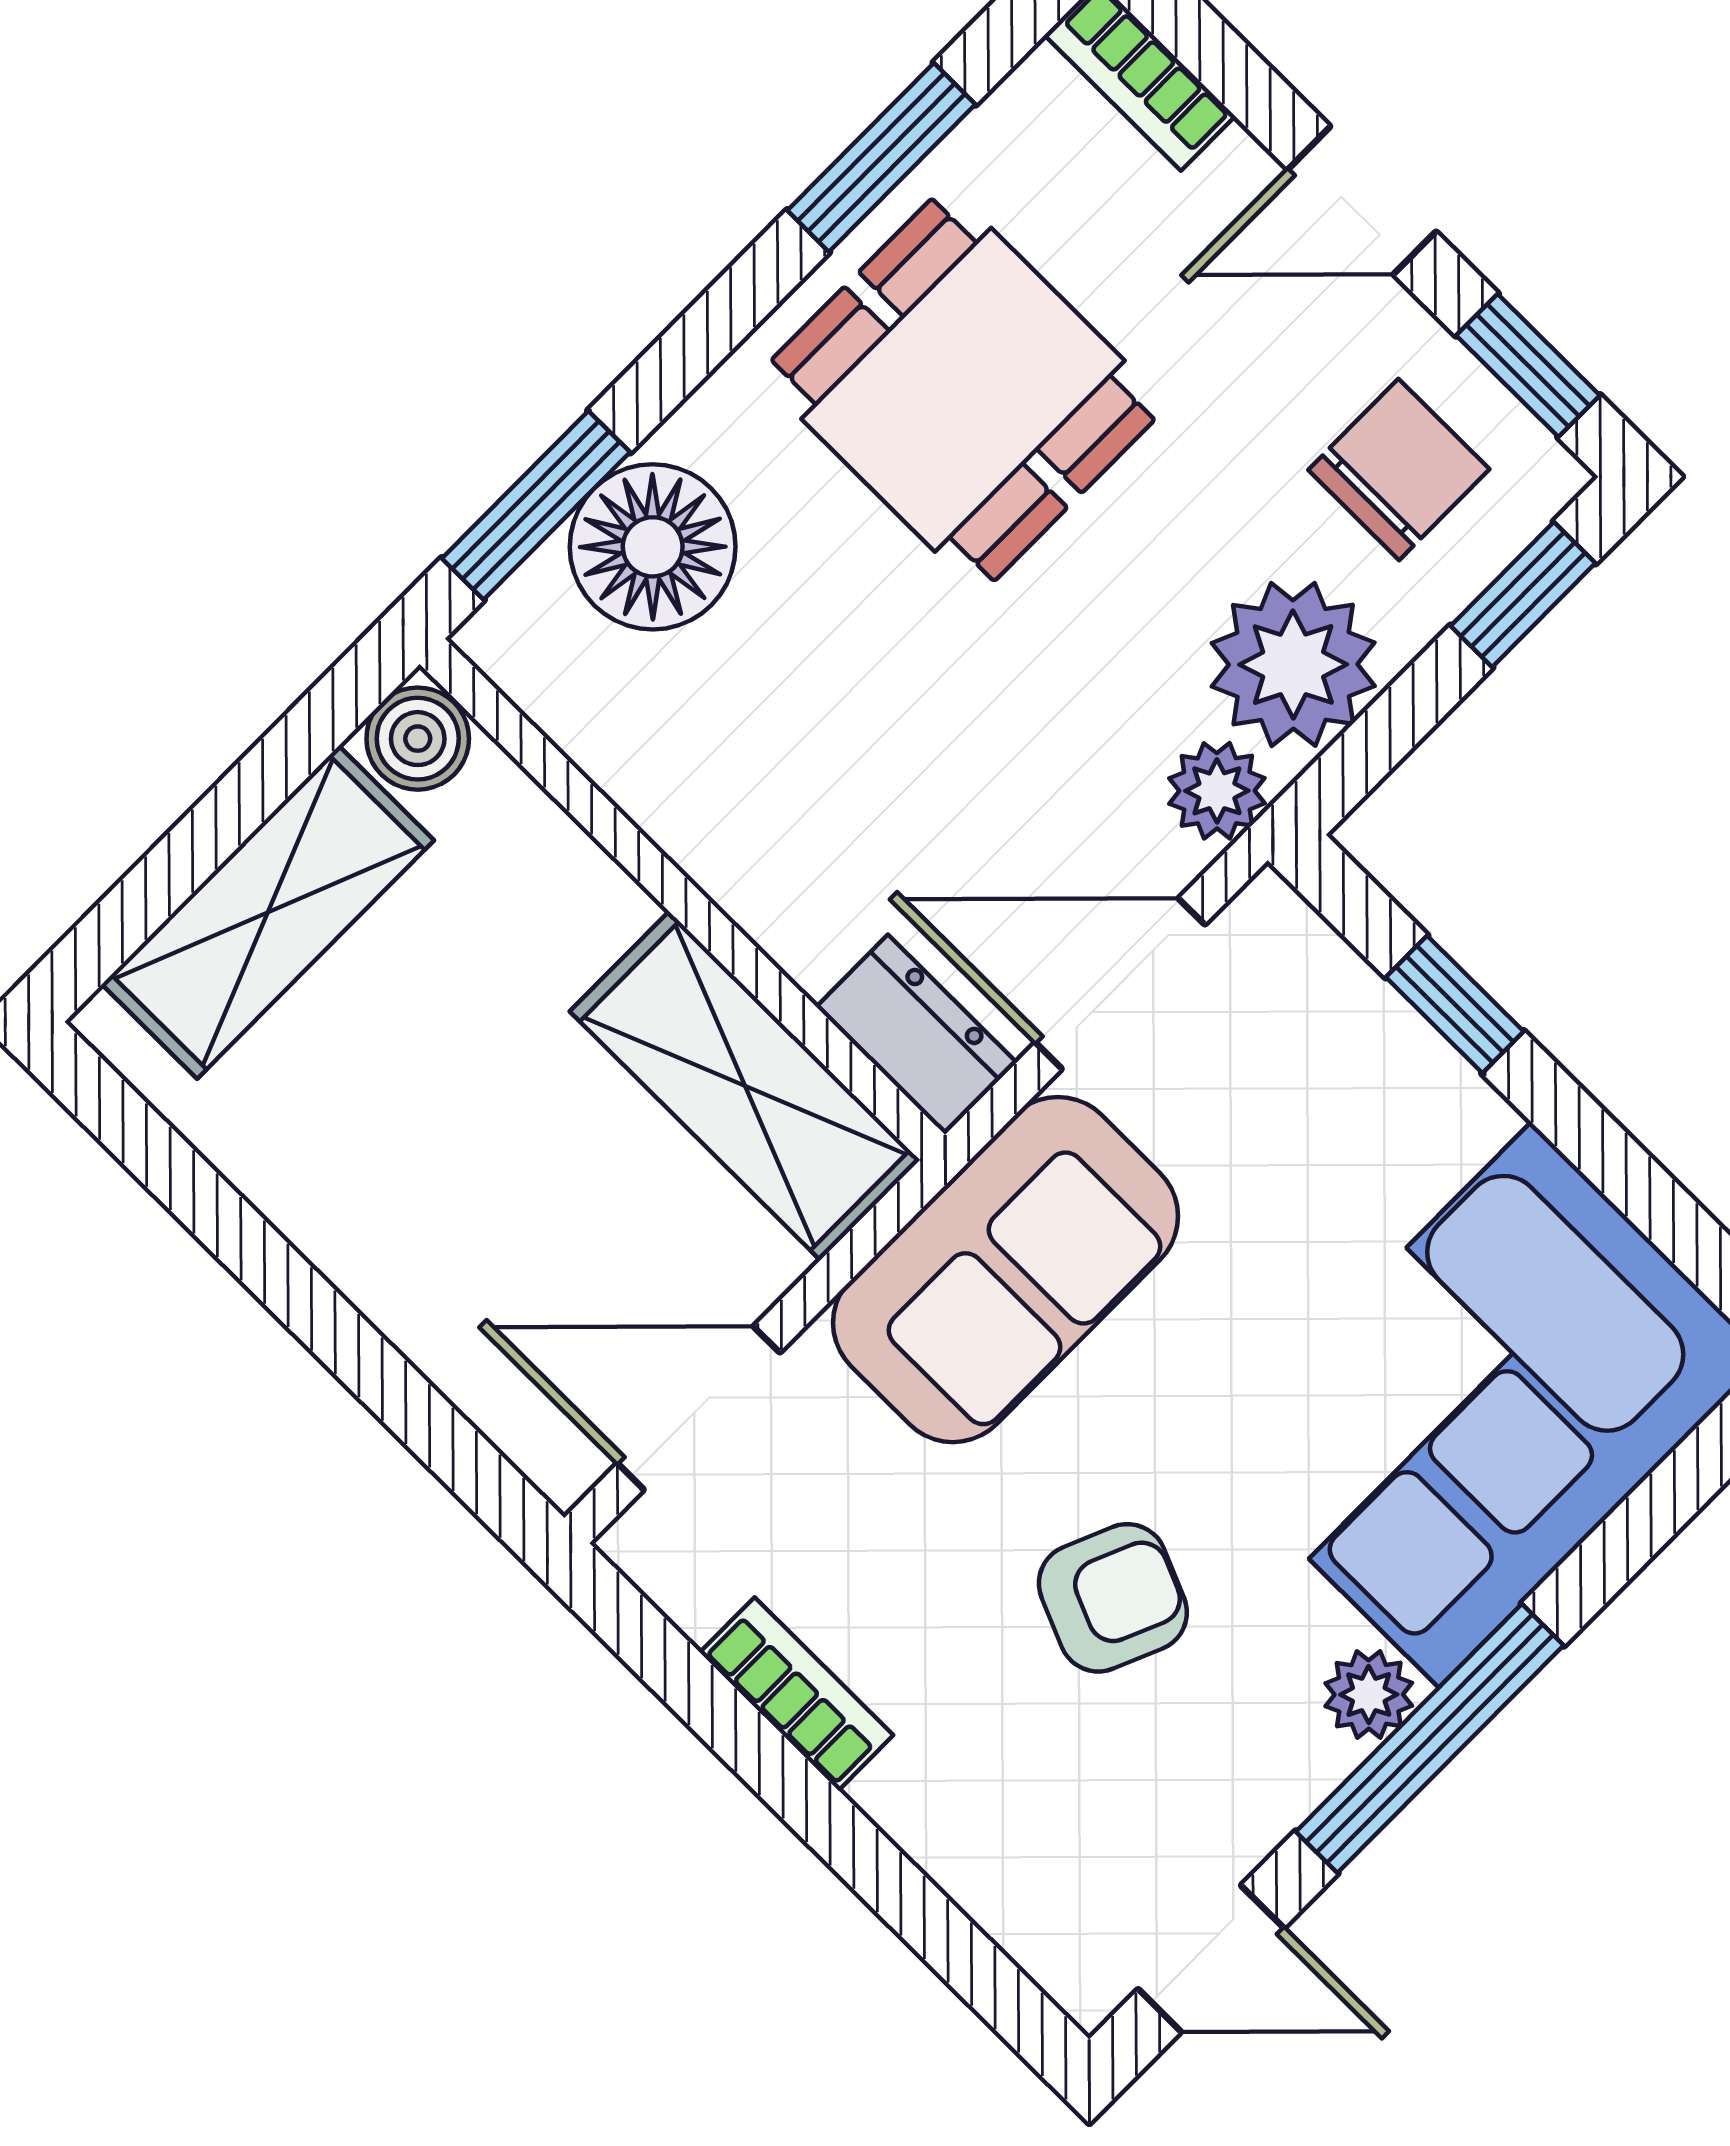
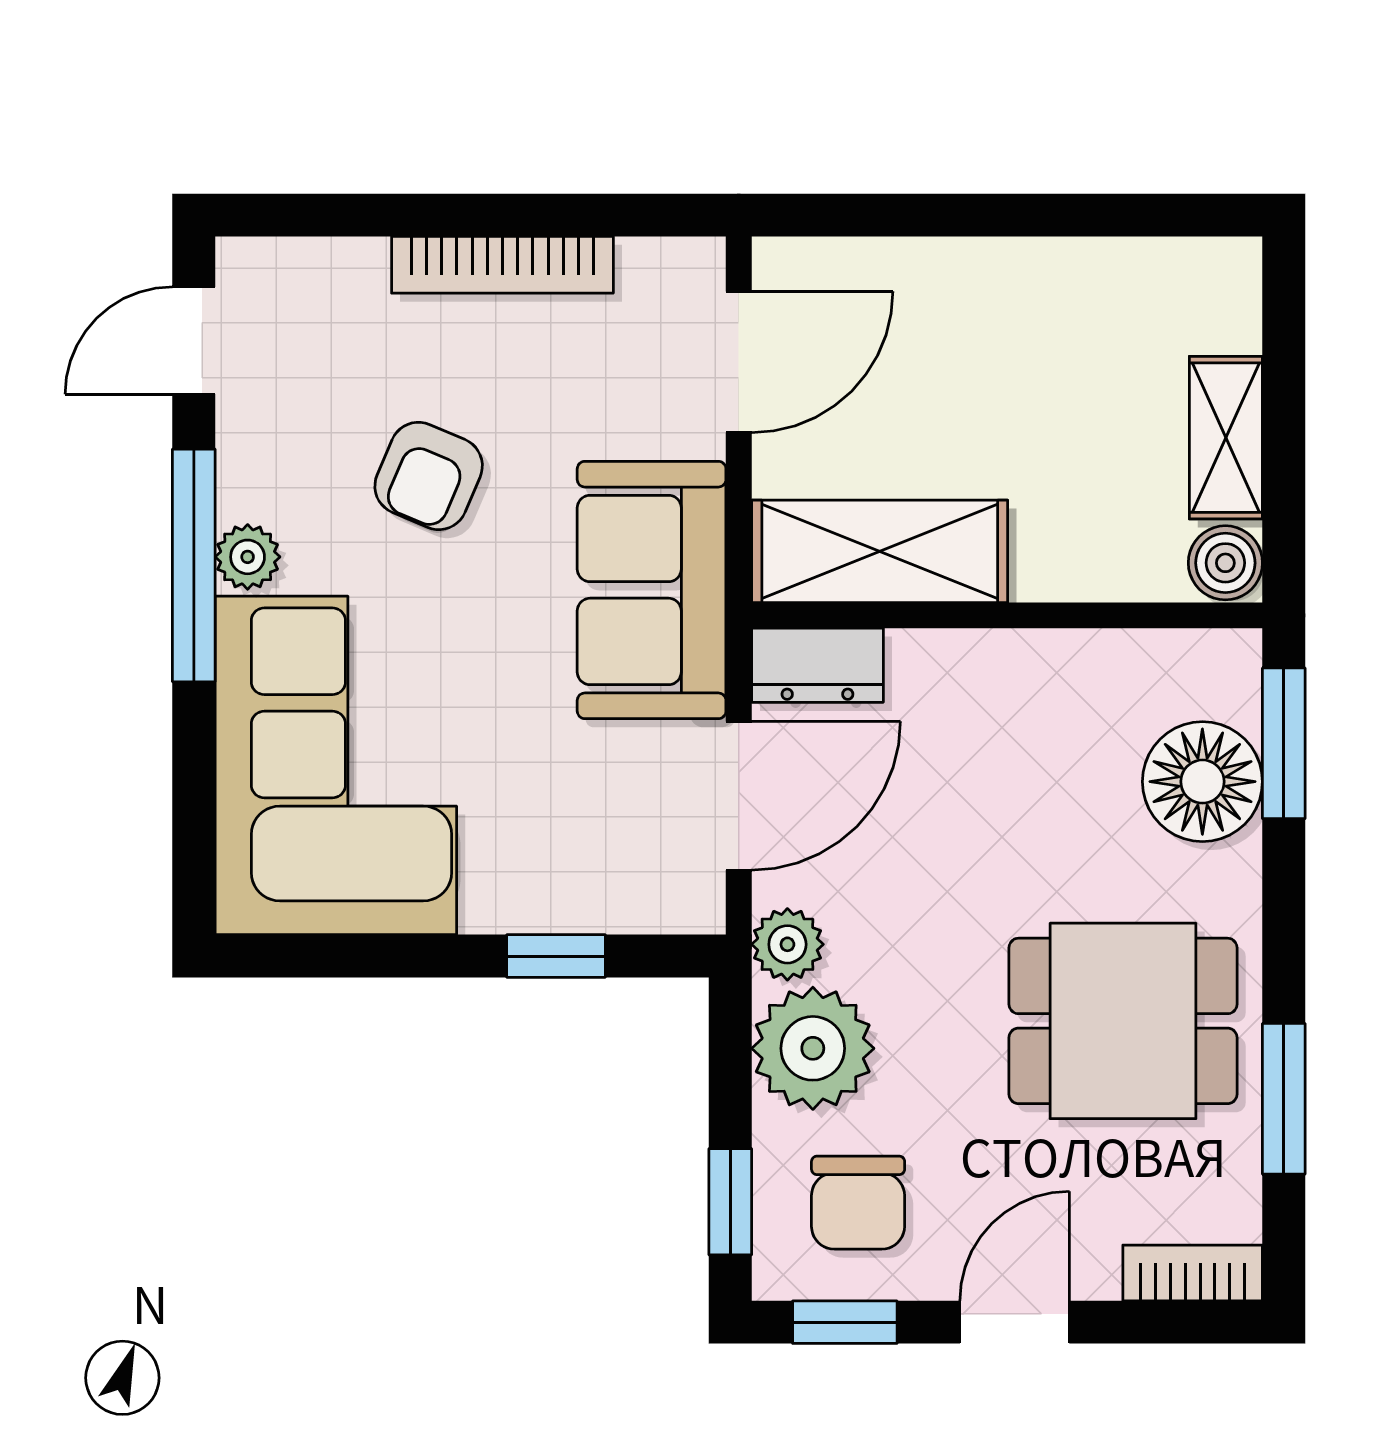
shelving: (268, 912) -> (1226, 438), width x0.67, depth x0.75
bookcase: (796, 1694) -> (502, 265), width x1.56

